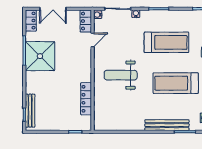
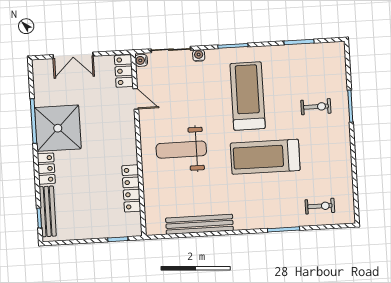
locker: (31, 21) -> (46, 169), moved
door: (93, 40) -> (136, 99), hinge flipped
treadmill: (166, 42) -> (248, 96), turned -90
bench: (167, 125) -> (199, 224), moved

